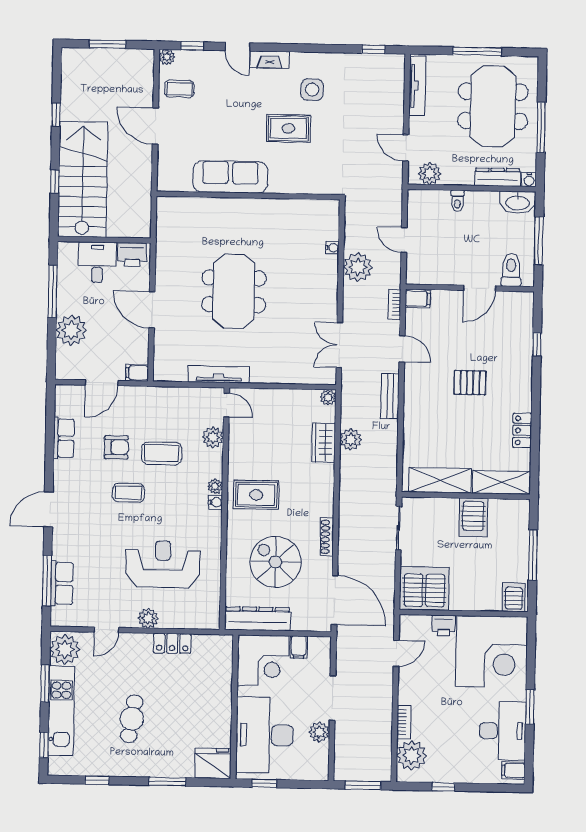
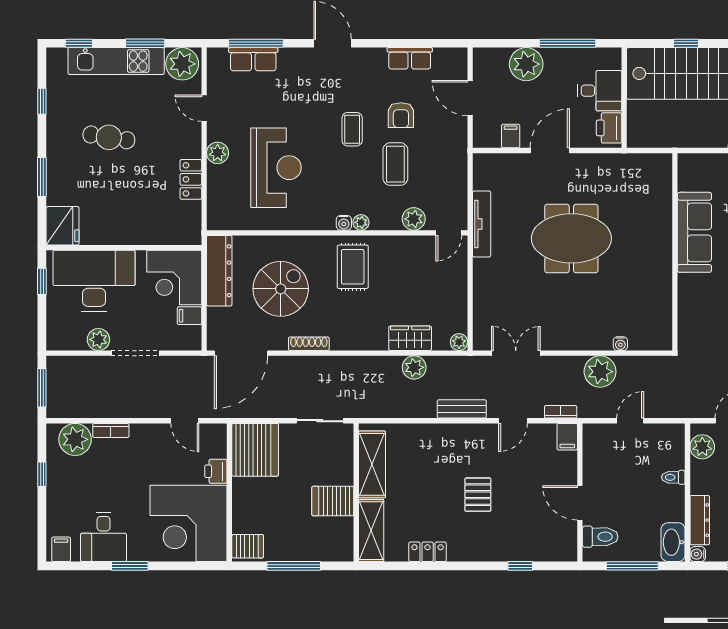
filing cabinet: (137, 373) -> (511, 136), moved
desk: (503, 731) -> (104, 537), width x0.73

